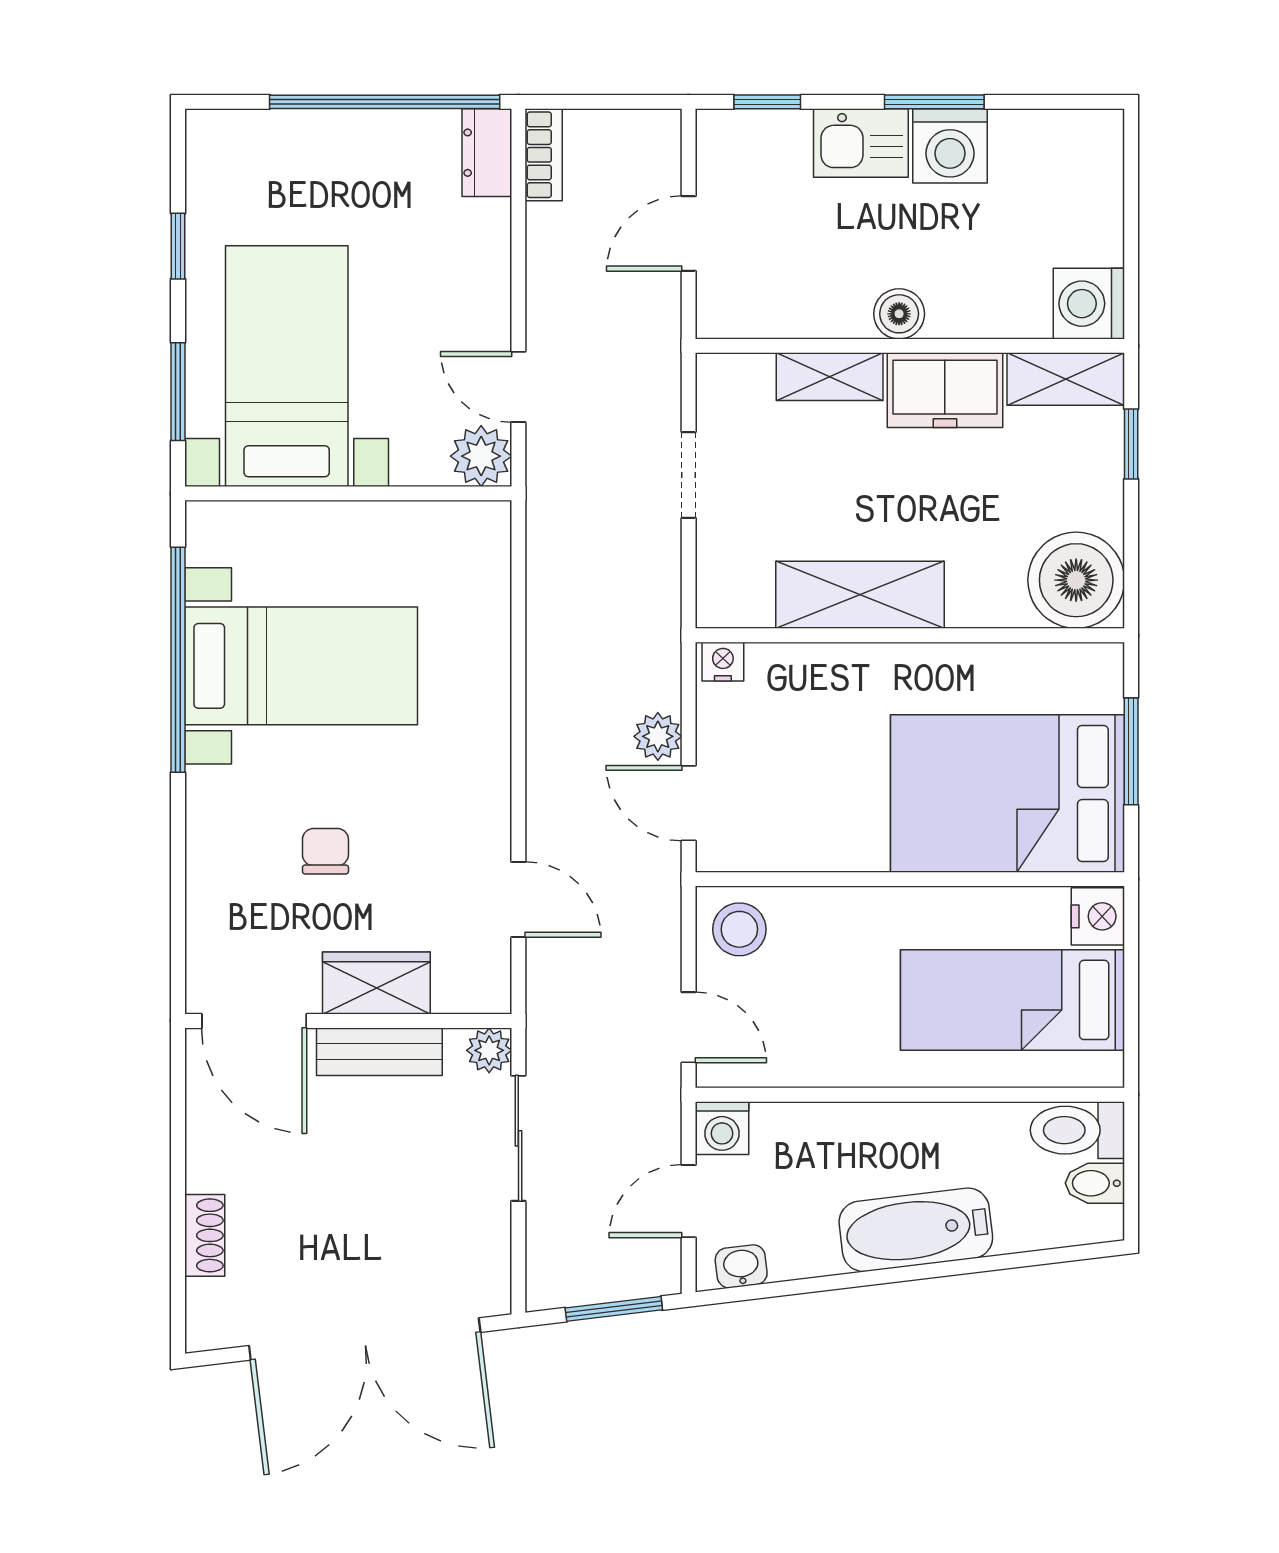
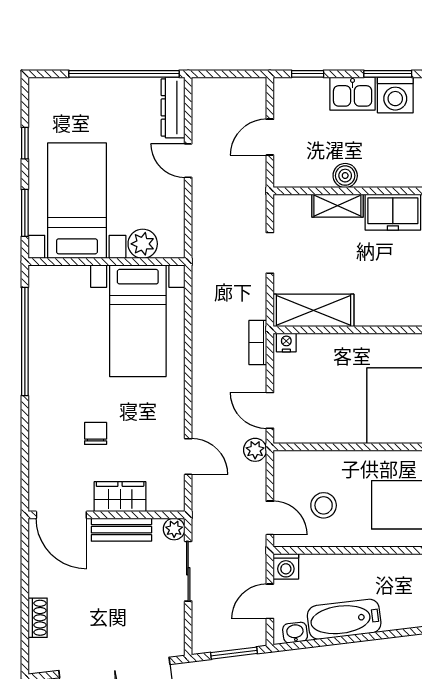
dresser: (487, 153) -> (173, 107), width x1.44
bookcase: (544, 155) -> (258, 343), moved, turned 180
boiler: (899, 314) -> (345, 176), moved
door: (518, 387) -> (188, 161), moved
plant: (481, 456) -> (143, 244), moved
shelving: (860, 595) -> (314, 310), moved
bed with nightstands: (301, 666) -> (138, 321), moved, turned 90
plant: (658, 736) -> (255, 450), moved
stool: (739, 929) -> (324, 505), moved
bathtub: (916, 1230) -> (344, 619), moved

